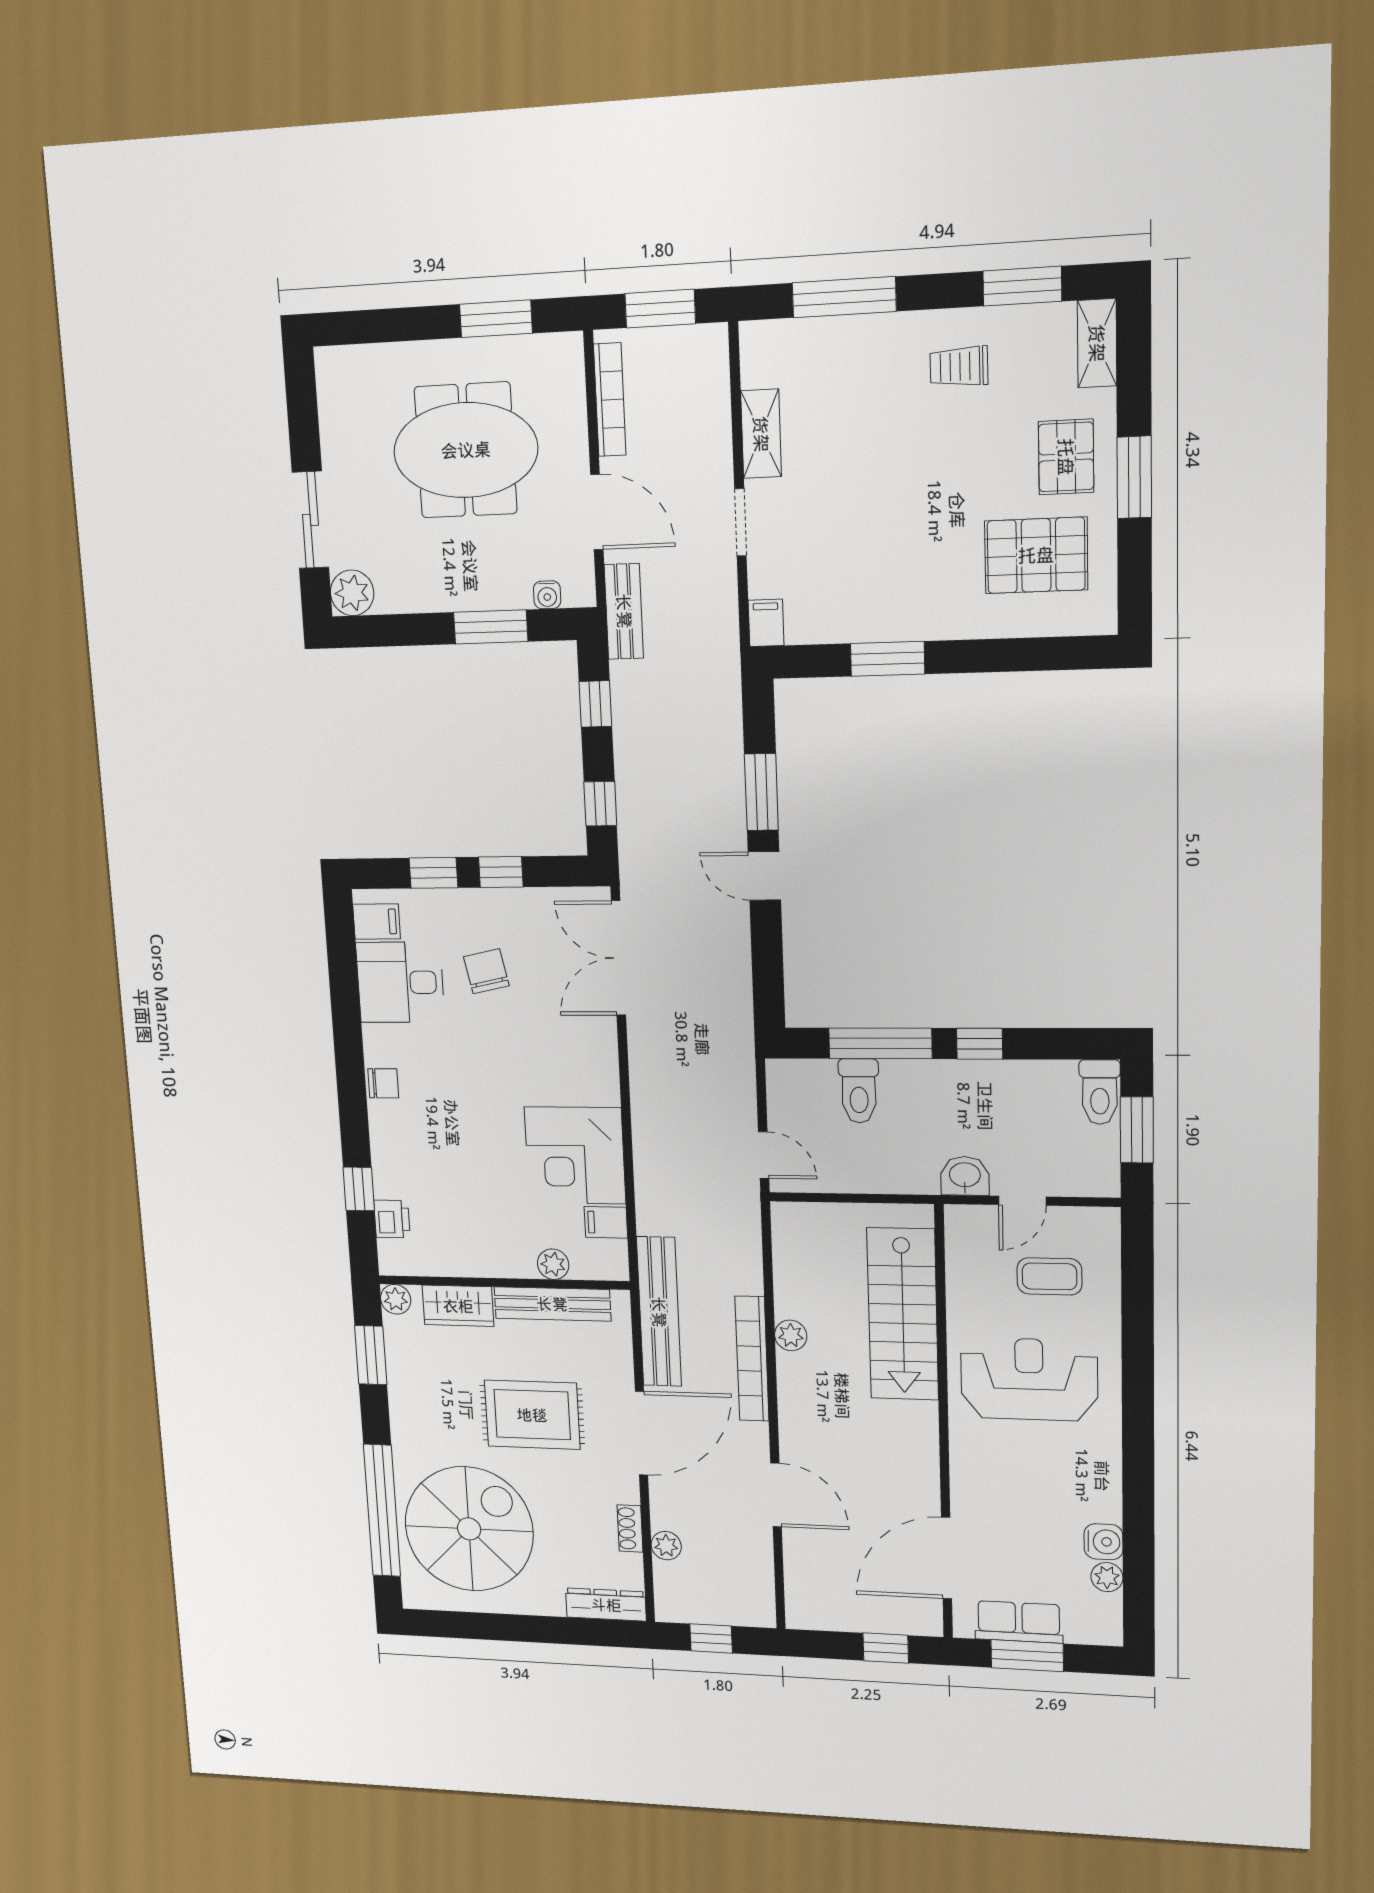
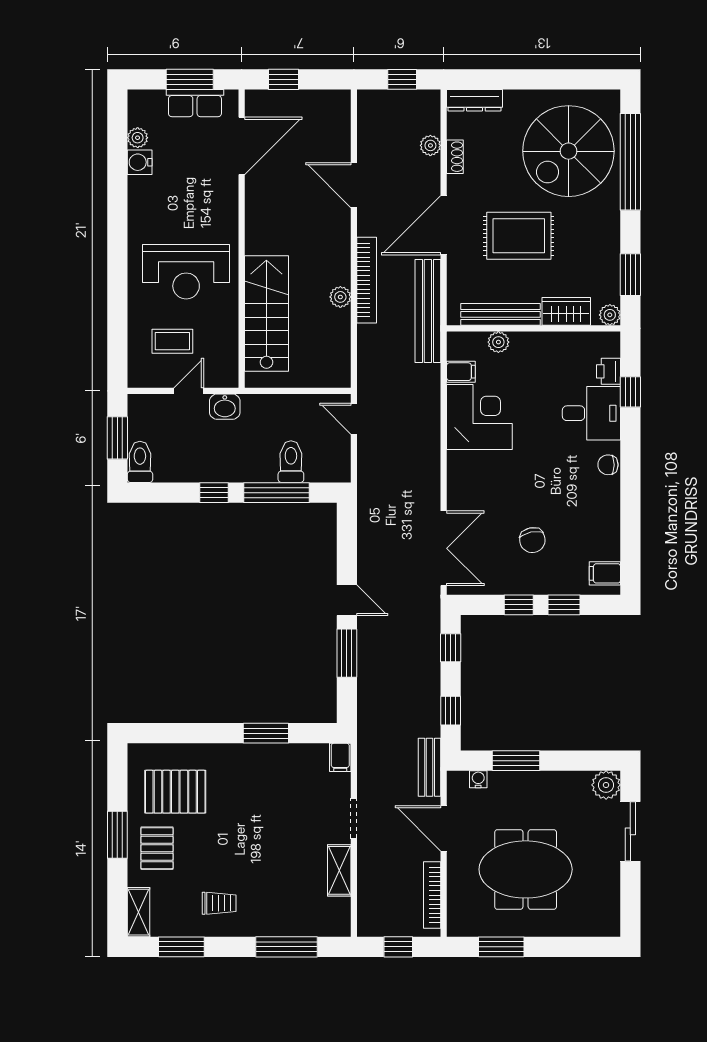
window: (660, 309) -> (398, 947), width x0.67
desk: (400, 982) -> (591, 413), moved

